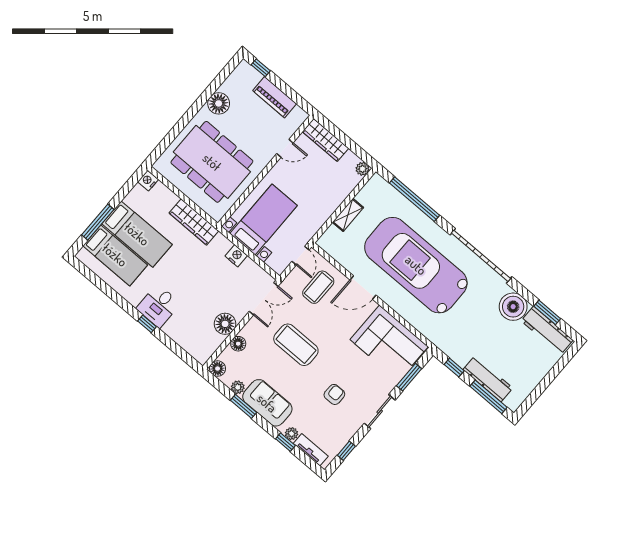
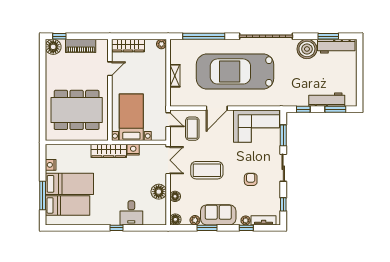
floor lamp: (219, 103) -> (53, 47), moved
nightstand: (148, 181) -> (51, 165), moved
wardrobe: (194, 222) -> (109, 151), moved
desk: (158, 306) -> (131, 213), moved
window: (488, 397) -> (335, 109), width x0.69

